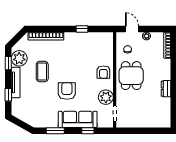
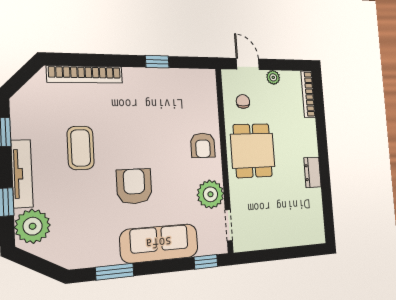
plant: (19, 58) -> (33, 226), moved
window: (88, 131) -> (206, 262), moved

